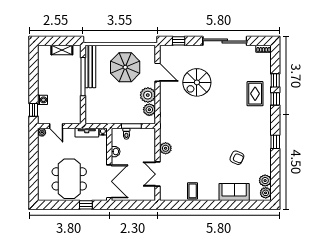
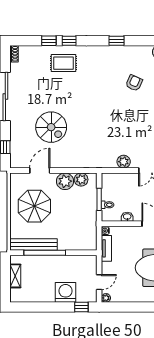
washing machine: (43, 100) -> (66, 292), width x1.89, depth x1.89

